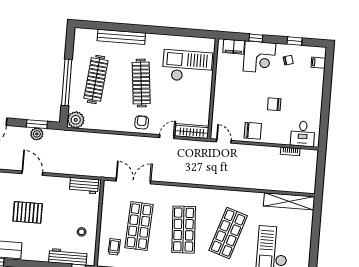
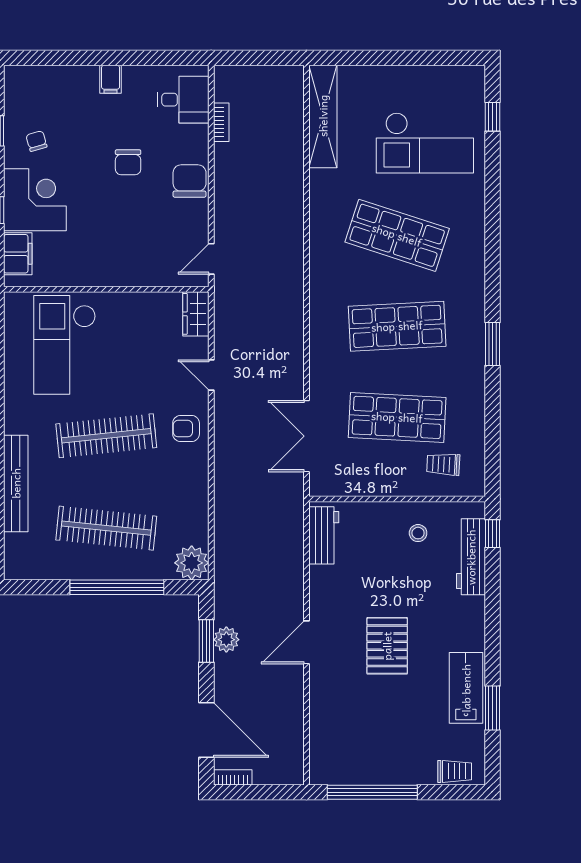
filing cabinet: (318, 63) -> (111, 79), moved
wardrobe: (192, 131) -> (196, 314), width x0.67
chair: (253, 131) -> (190, 181), moved

